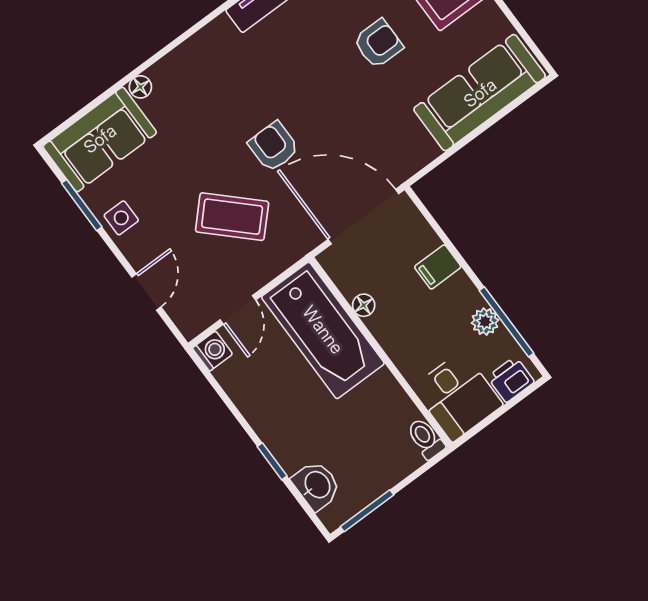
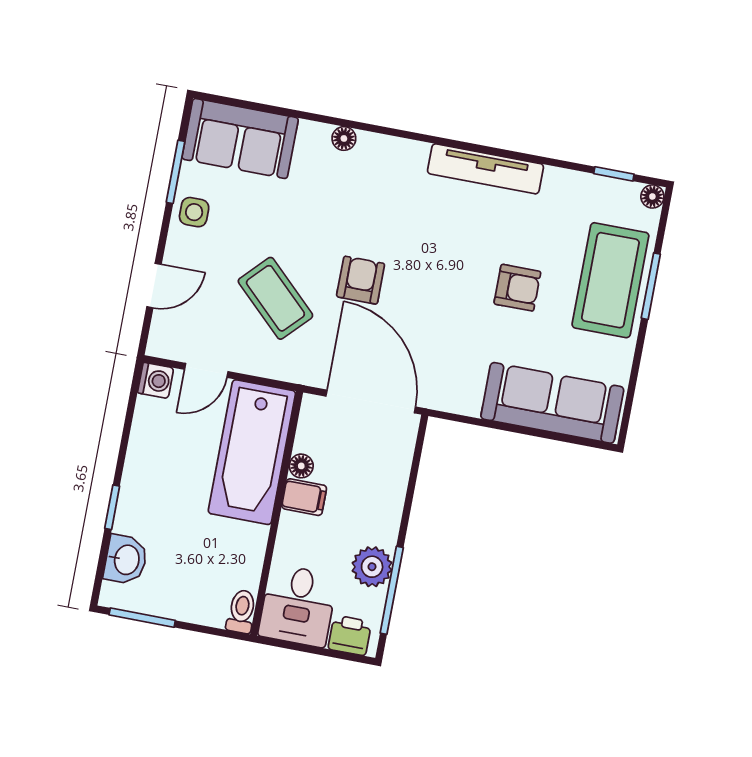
floor lamp: (140, 87) -> (344, 138), moved
filing cabinet: (438, 267) -> (304, 497), moved, turned 180
plant: (485, 322) -> (372, 567), width x1.38, depth x1.38

